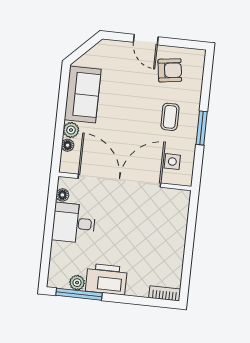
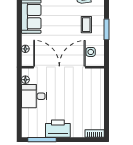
plant: (71, 130) -> (26, 39), removed
plant: (77, 283) -> (40, 133), removed

